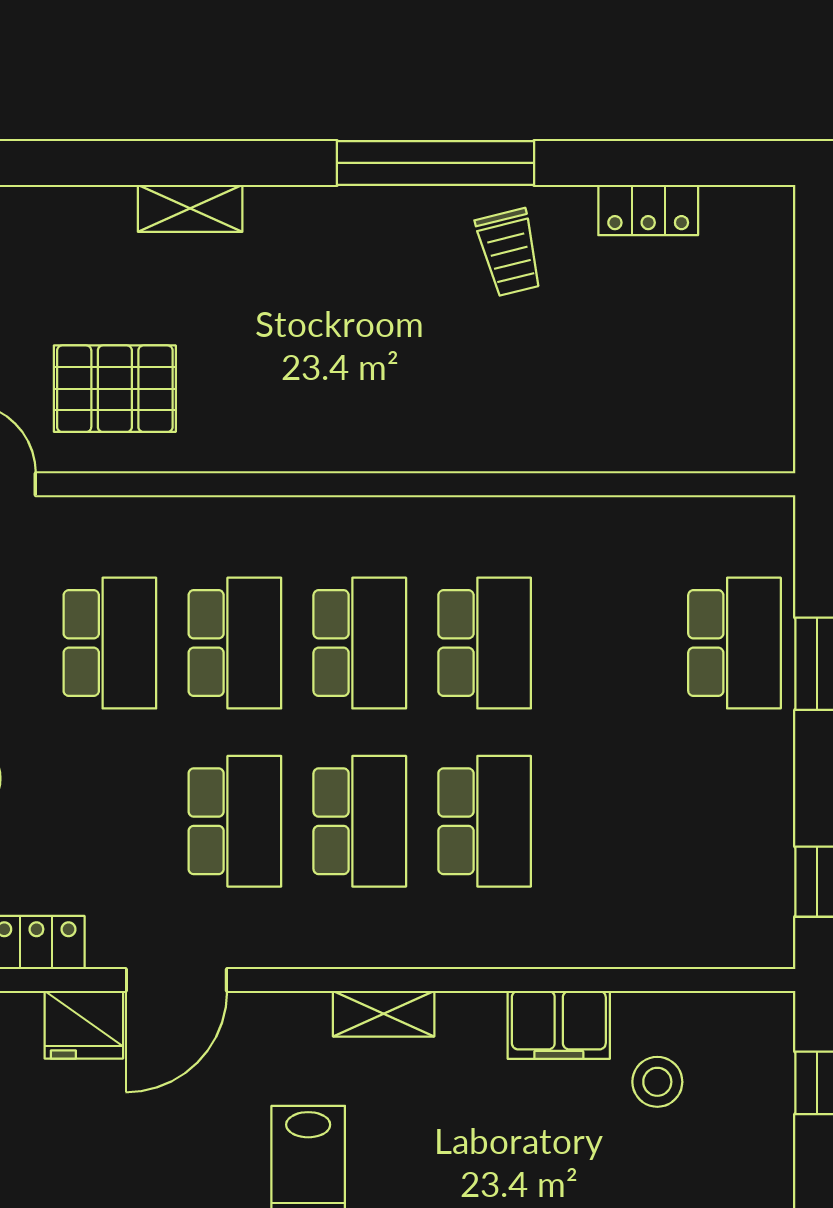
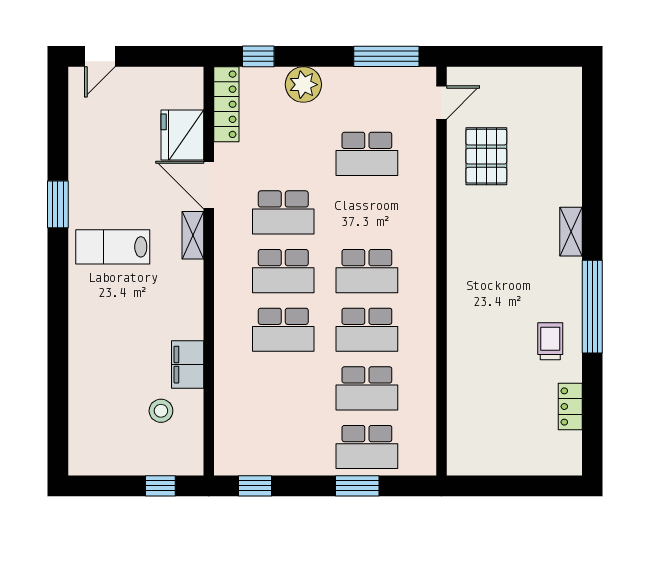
shelving: (190, 208) -> (571, 232), moved
trolley: (509, 252) -> (550, 341), turned 104
school desk: (235, 643) -> (367, 388), moved
shelving: (384, 1014) -> (193, 235), moved
fridge: (84, 1025) -> (182, 135), width x1.36, depth x1.34

